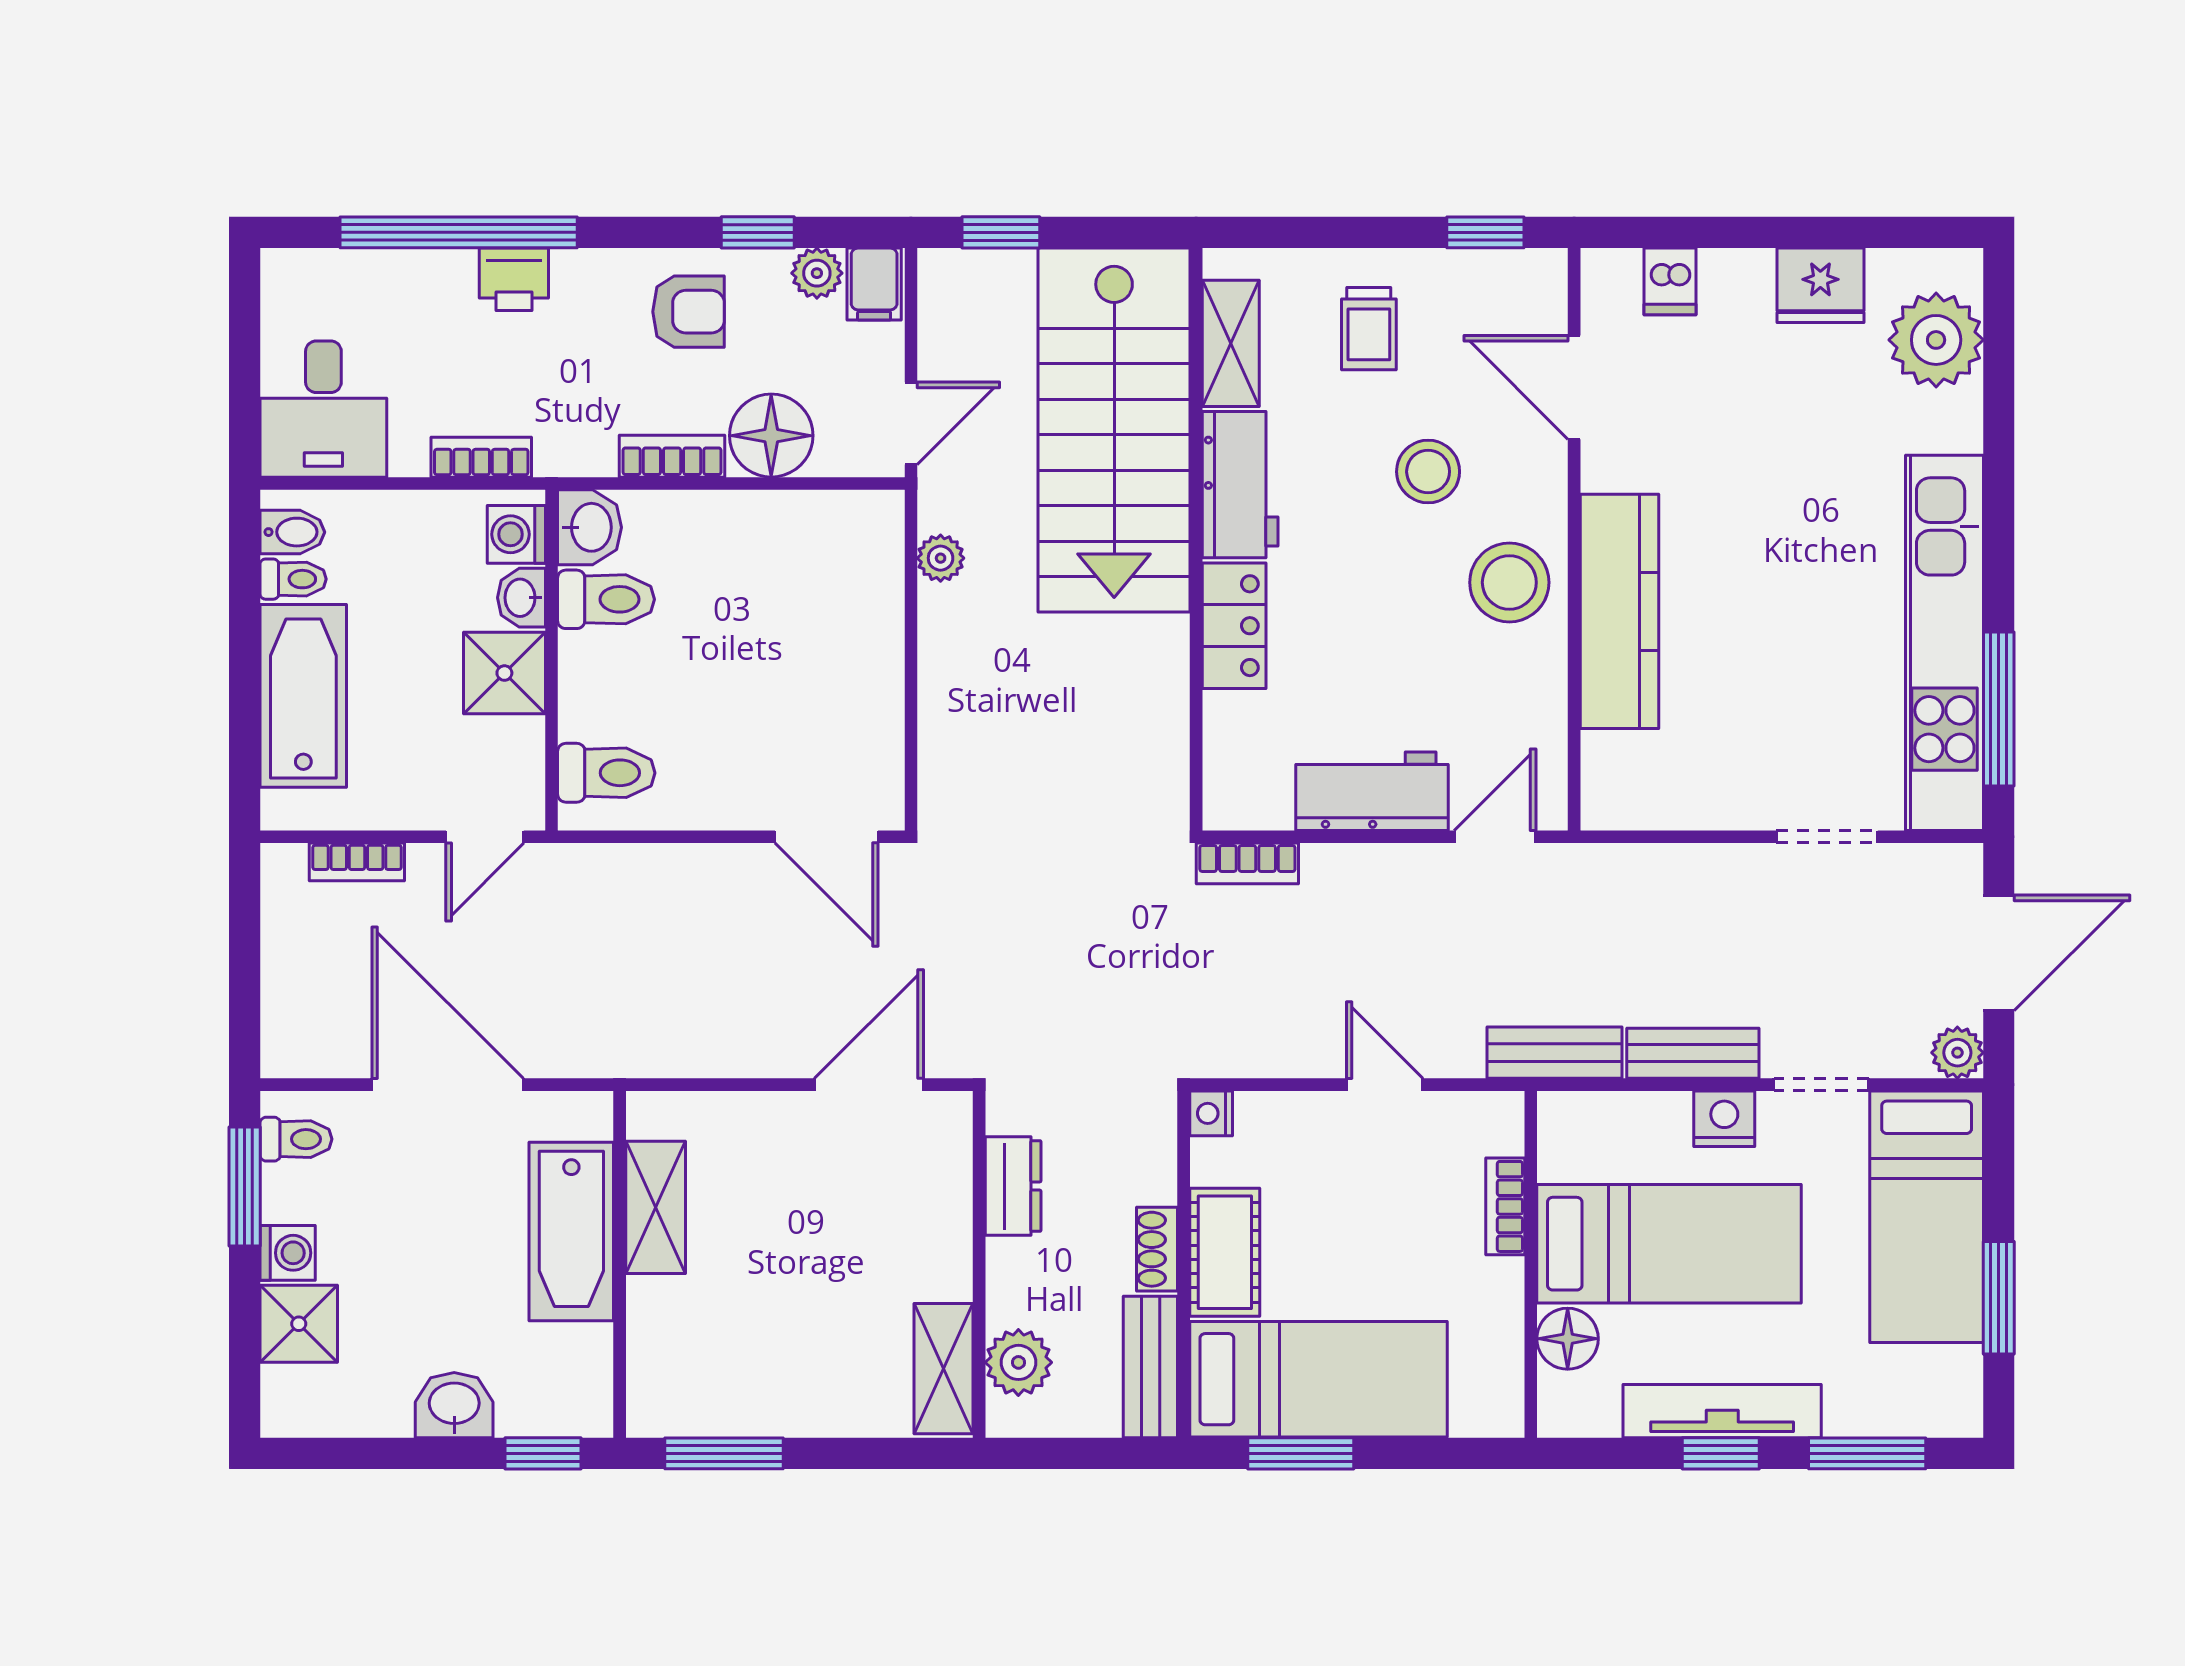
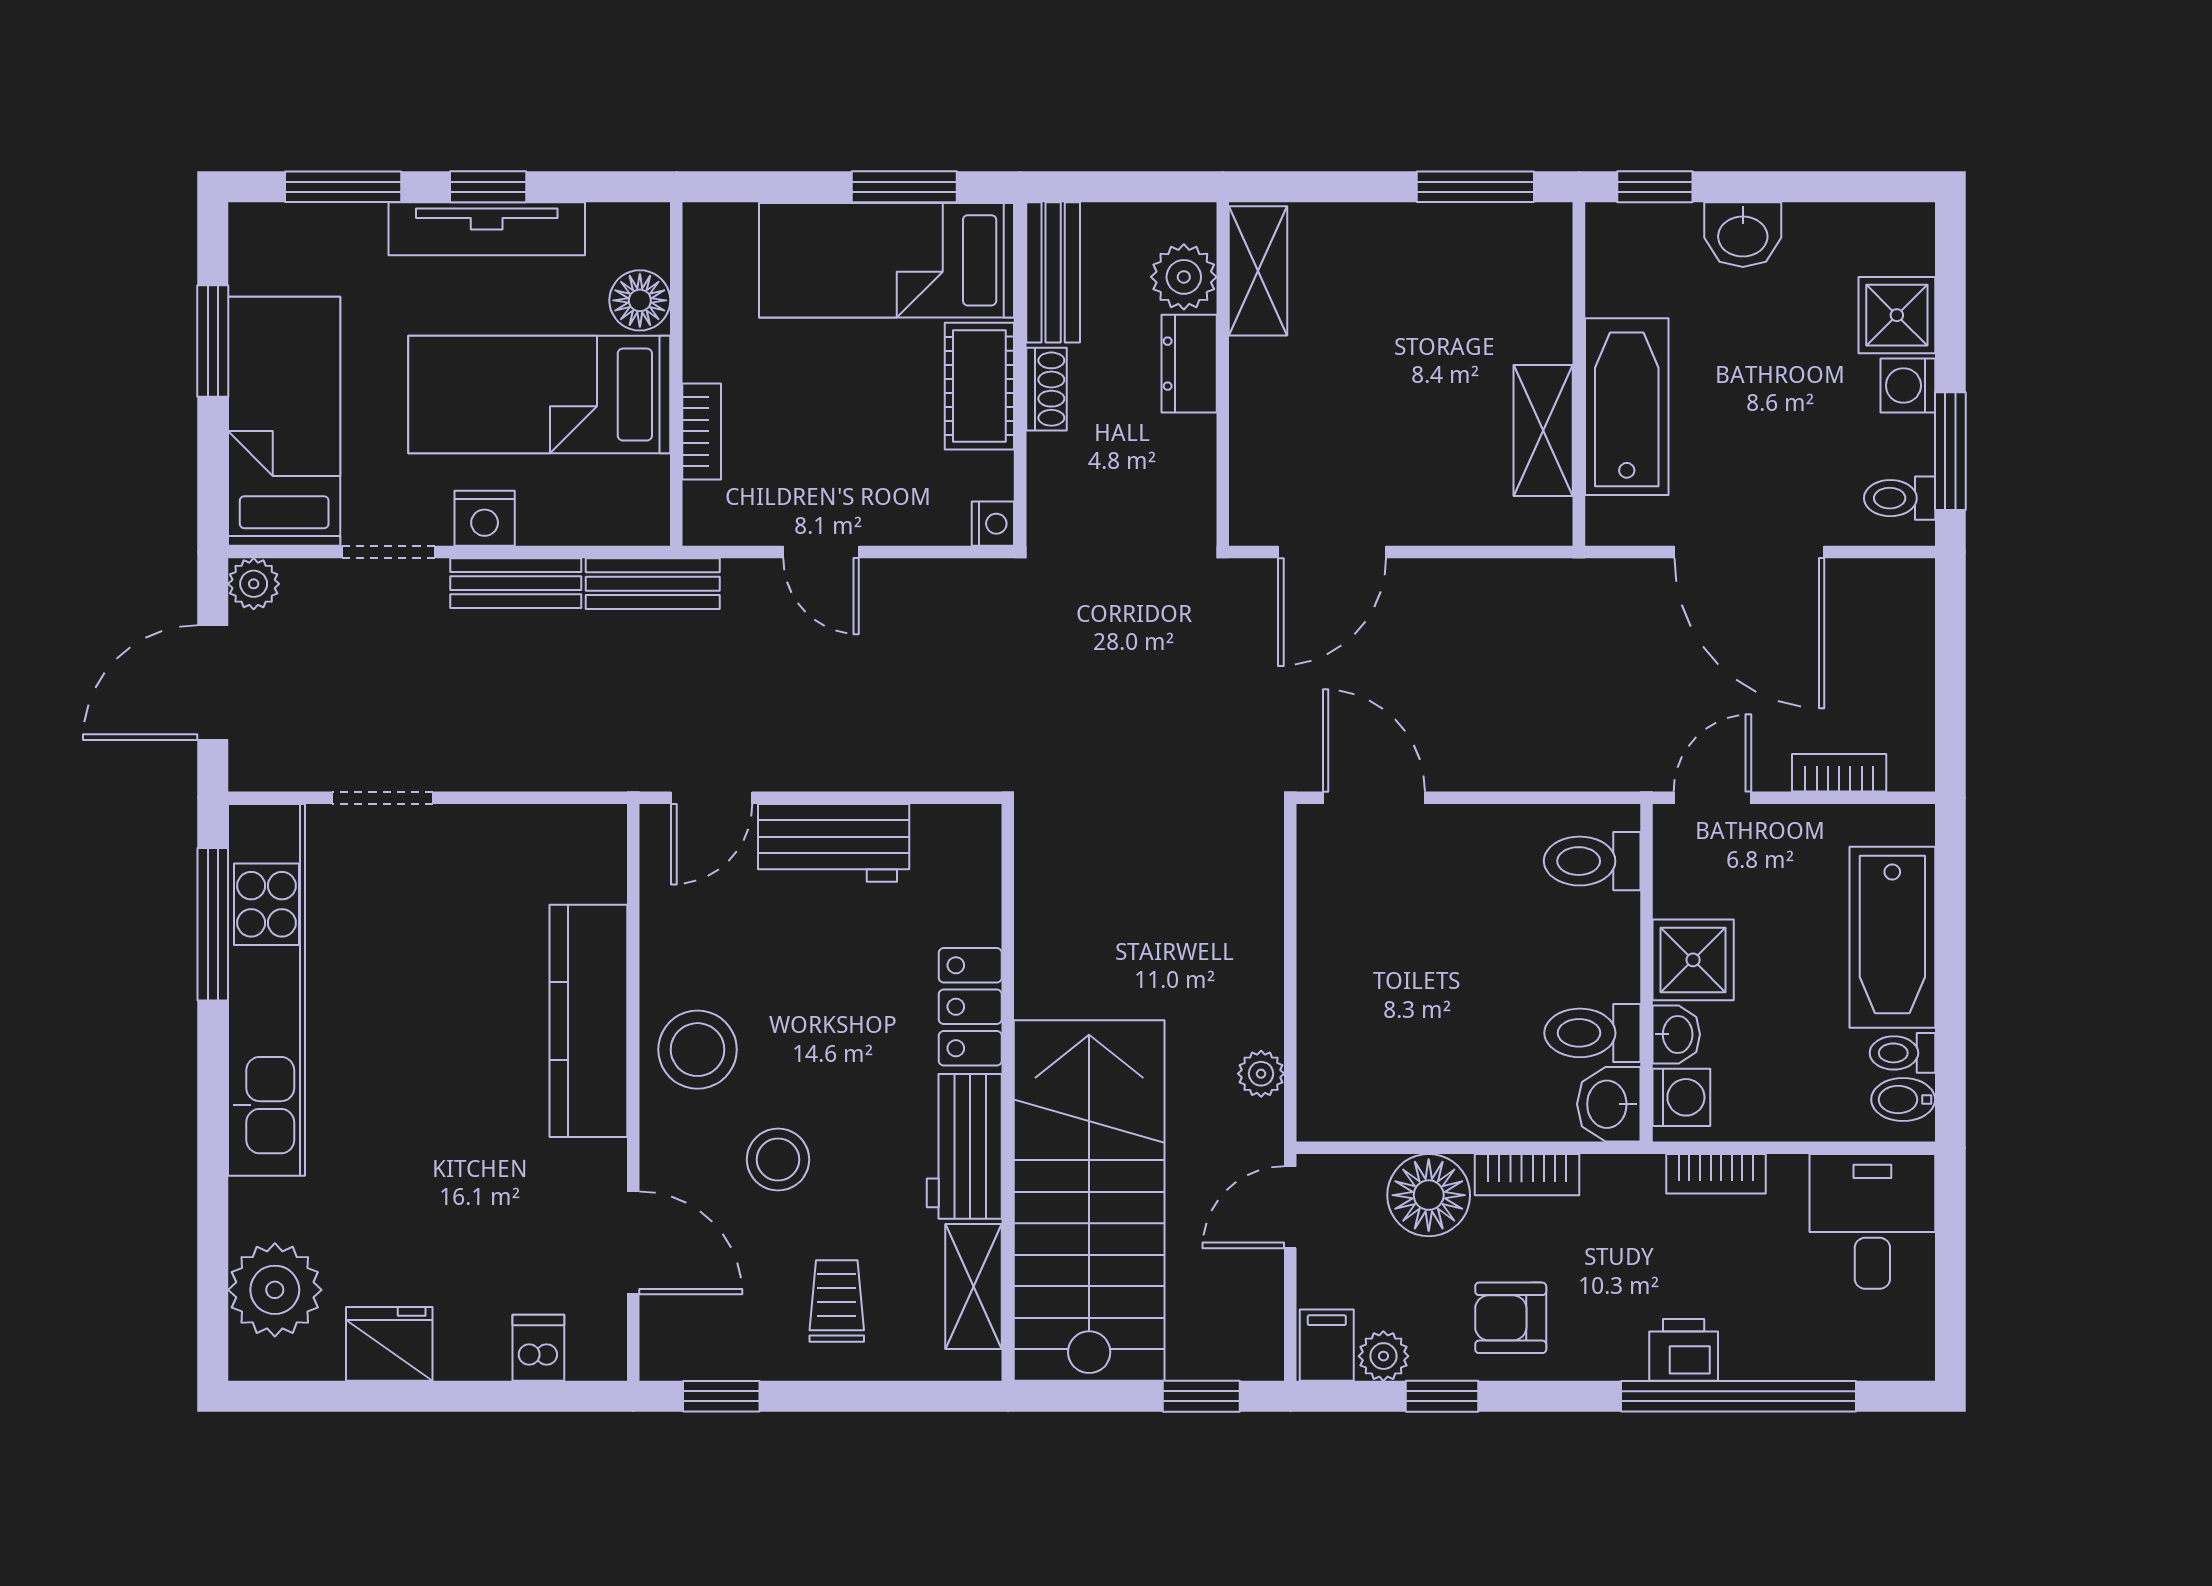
bookcase: (1247, 863) -> (957, 771), removed
dresser: (1013, 1186) -> (1189, 364), moved

